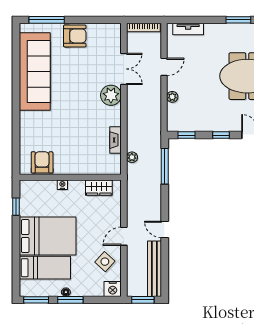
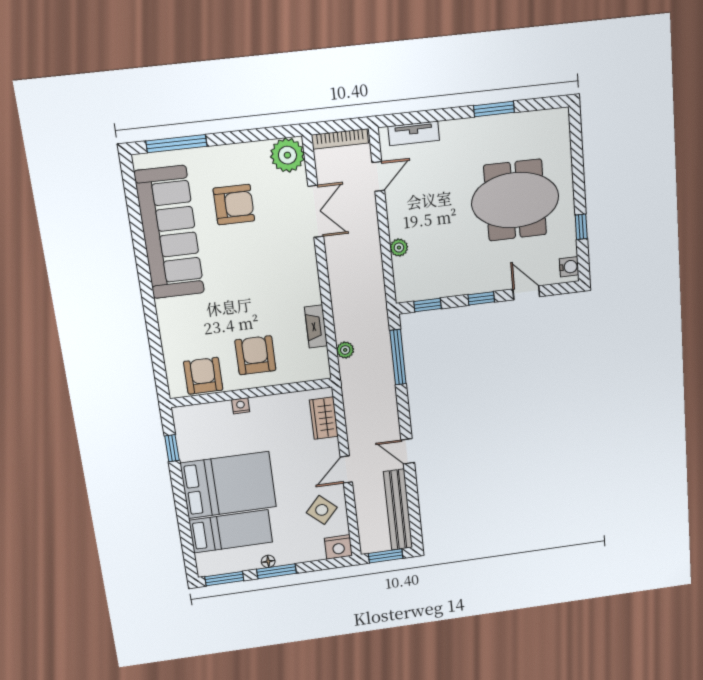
armchair: (75, 36) -> (234, 205), moved
door: (164, 67) -> (378, 176), moved
plant: (111, 95) -> (287, 155), moved
armchair: (76, 153) -> (255, 355), added
wardrobe: (99, 188) -> (324, 418), moved, turned 90

